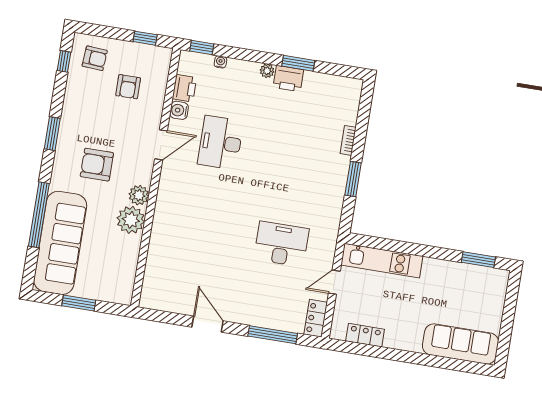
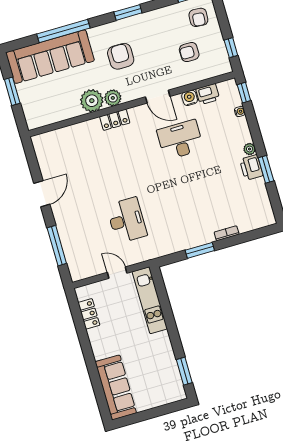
locker: (316, 318) -> (115, 120), moved, turned 180

